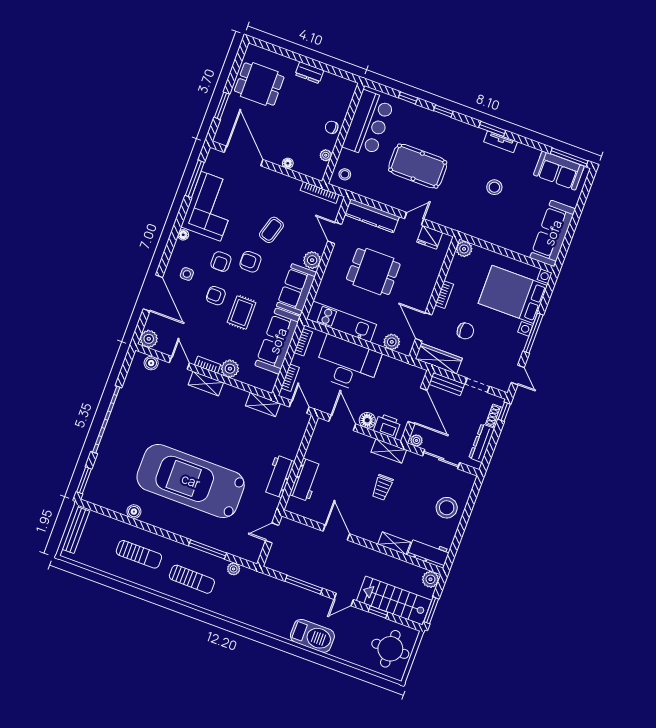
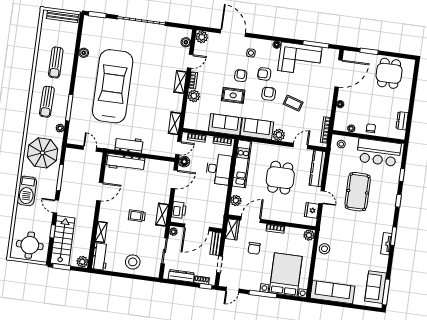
dresser: (309, 73) -> (402, 121), moved
stool: (494, 187) -> (324, 249), moved
door: (153, 293) -> (233, 33), swing flipped
sofa: (278, 341) -> (225, 125), width x0.73
wardrobe: (439, 359) -> (232, 229), width x0.67
desk: (347, 364) -> (219, 169), width x0.73, depth x0.77
floor lamp: (367, 420) -> (184, 162), moved
workbench: (306, 480) -> (126, 163), width x1.38
parasol: (263, 602) -> (42, 153), added

